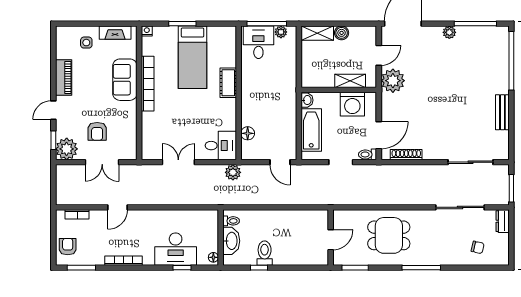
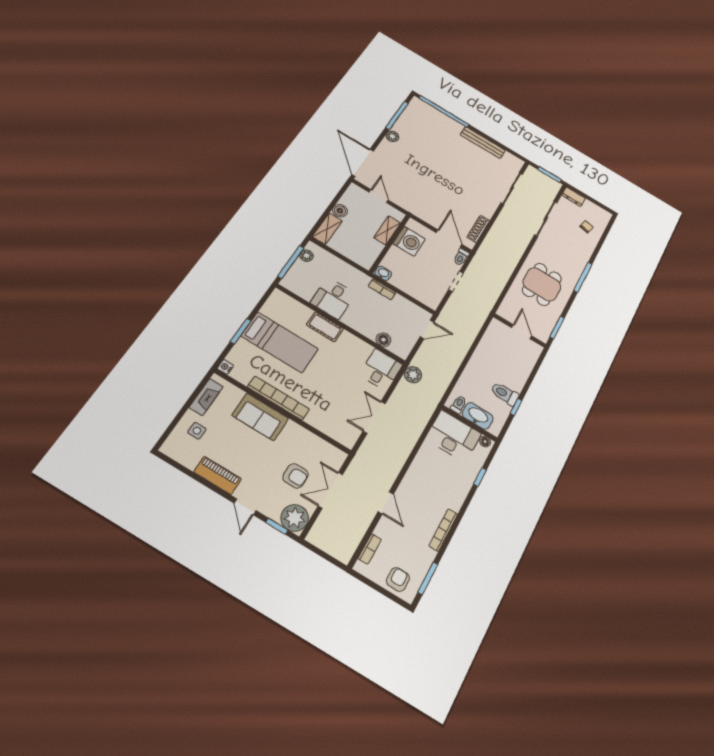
desk: (258, 42) -> (333, 298), moved, turned -90
plant: (393, 81) -> (408, 200), removed
bookcase: (292, 107) -> (382, 289), added
bench: (502, 112) -> (483, 143), width x1.36
bathtub: (311, 130) -> (412, 286), removed
double door: (102, 162) -> (330, 490), swing flipped
armchair: (68, 247) -> (398, 579), turned 90
desk: (176, 249) -> (453, 436), moved, turned -90

